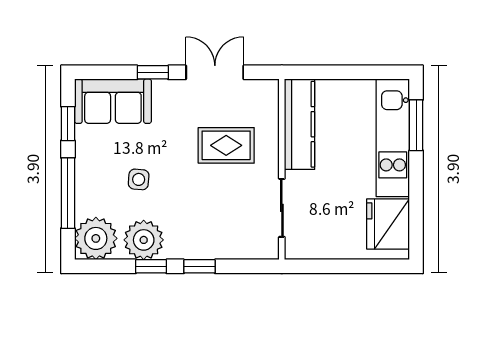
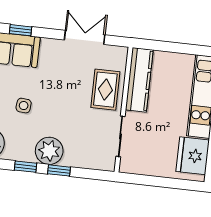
window: (153, 72) -> (21, 30), moved
rug: (226, 145) -> (105, 90), moved, turned 90
plant: (144, 240) -> (49, 151), moved

